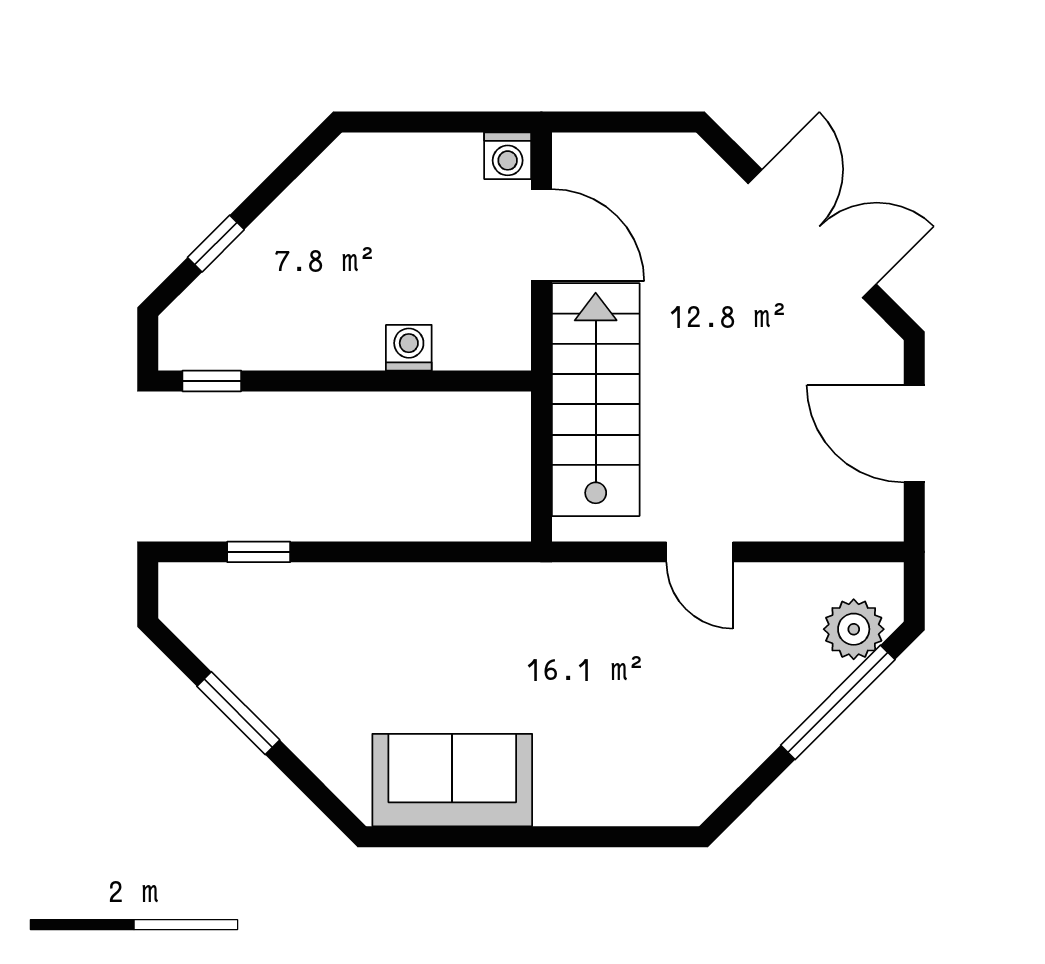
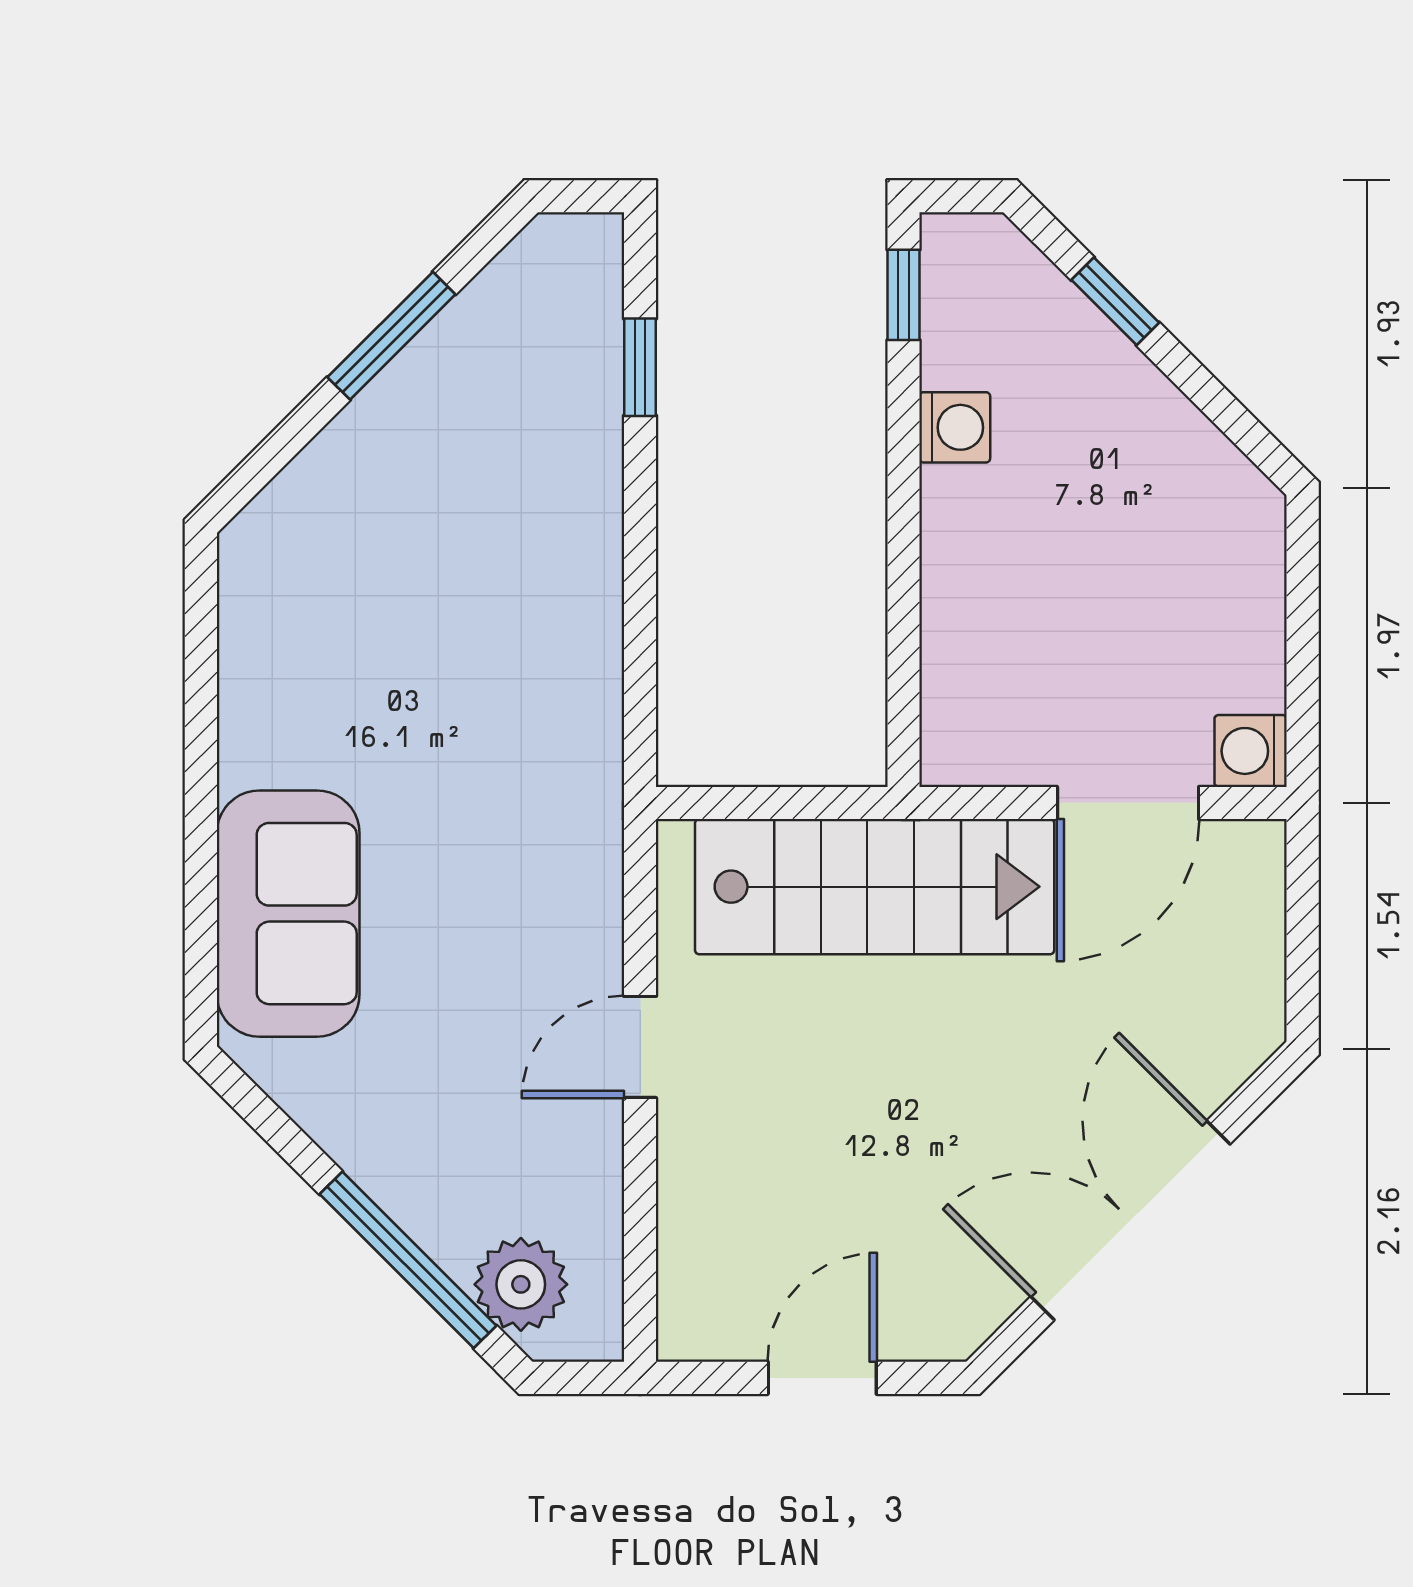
double door: (812, 234) -> (1130, 1220), swing flipped
washing machine: (409, 348) -> (955, 427), moved
door: (914, 434) -> (822, 1378), width x0.73
sofa: (452, 780) -> (288, 914), moved

